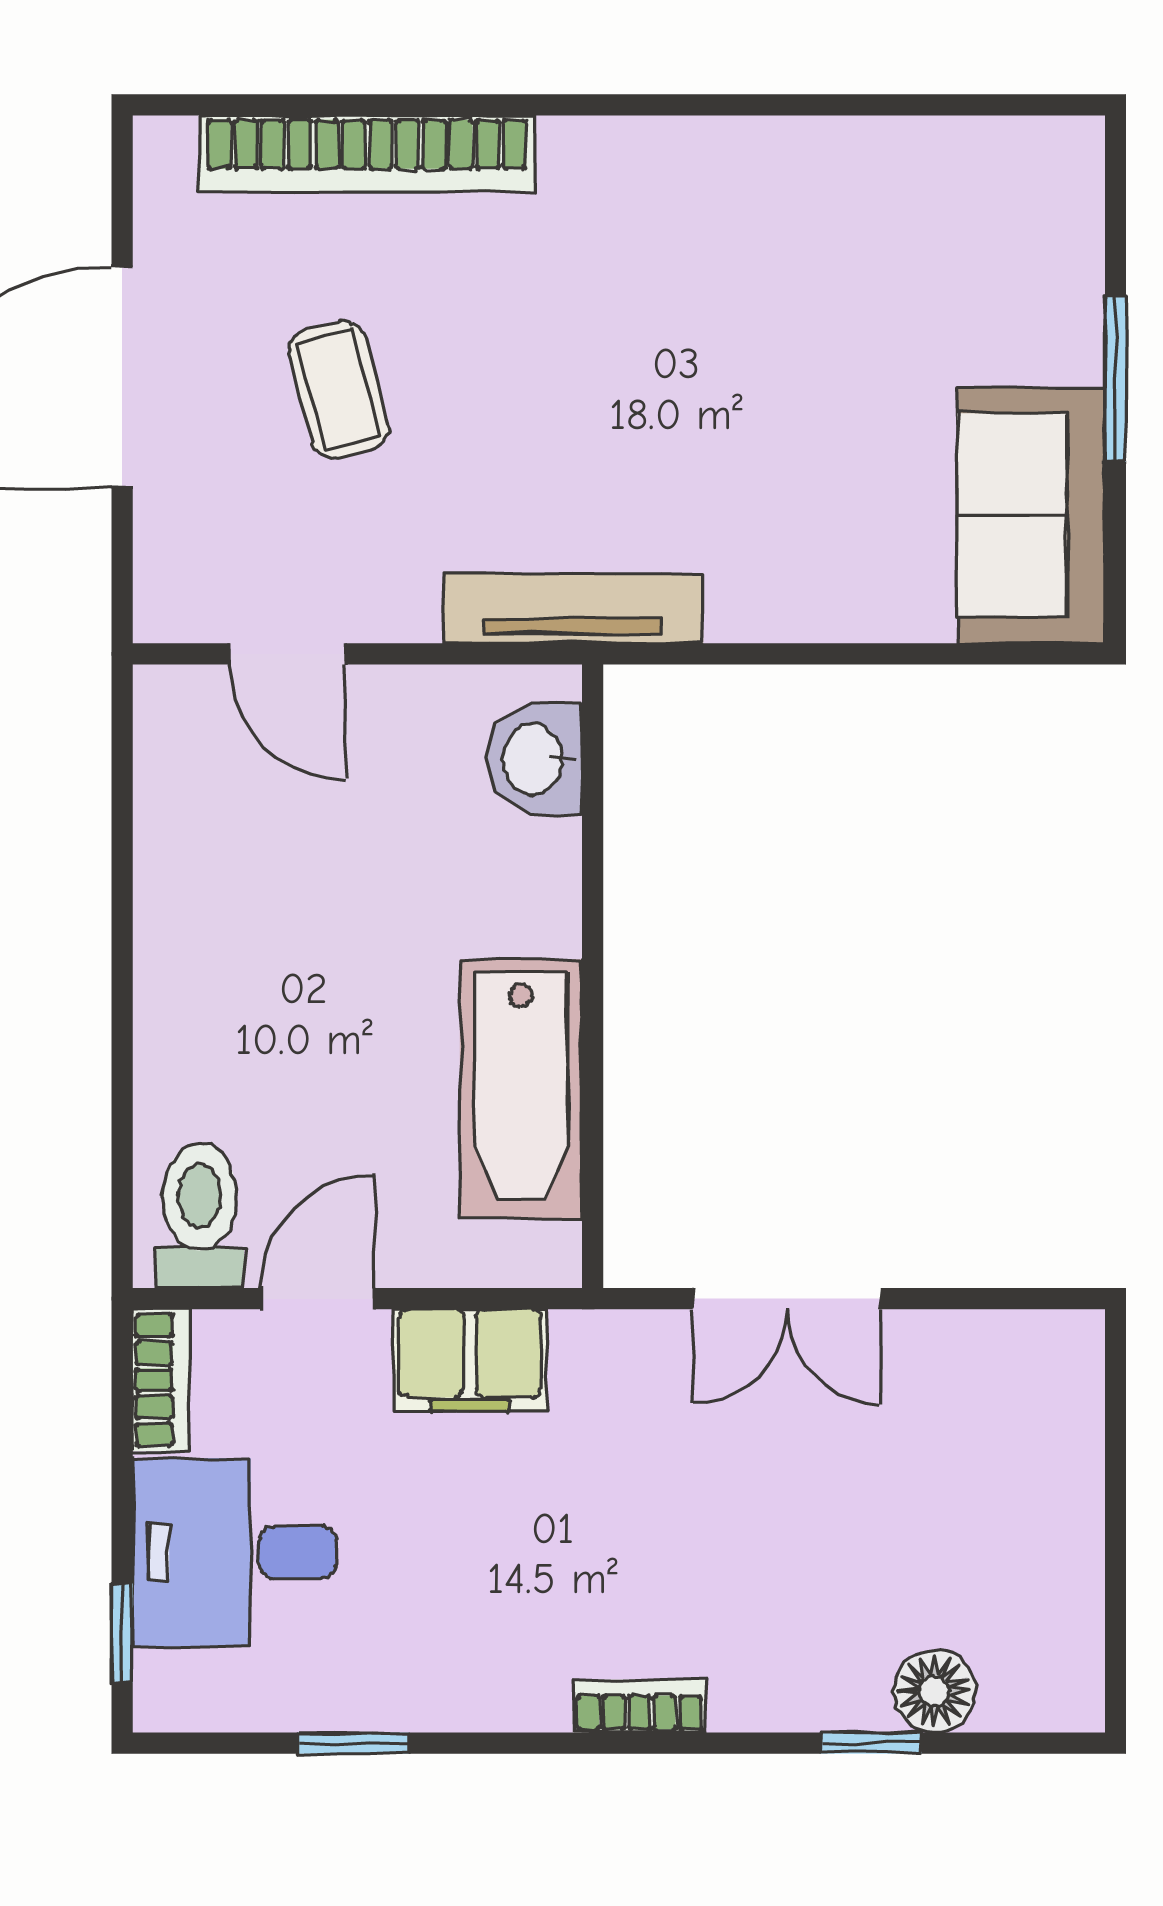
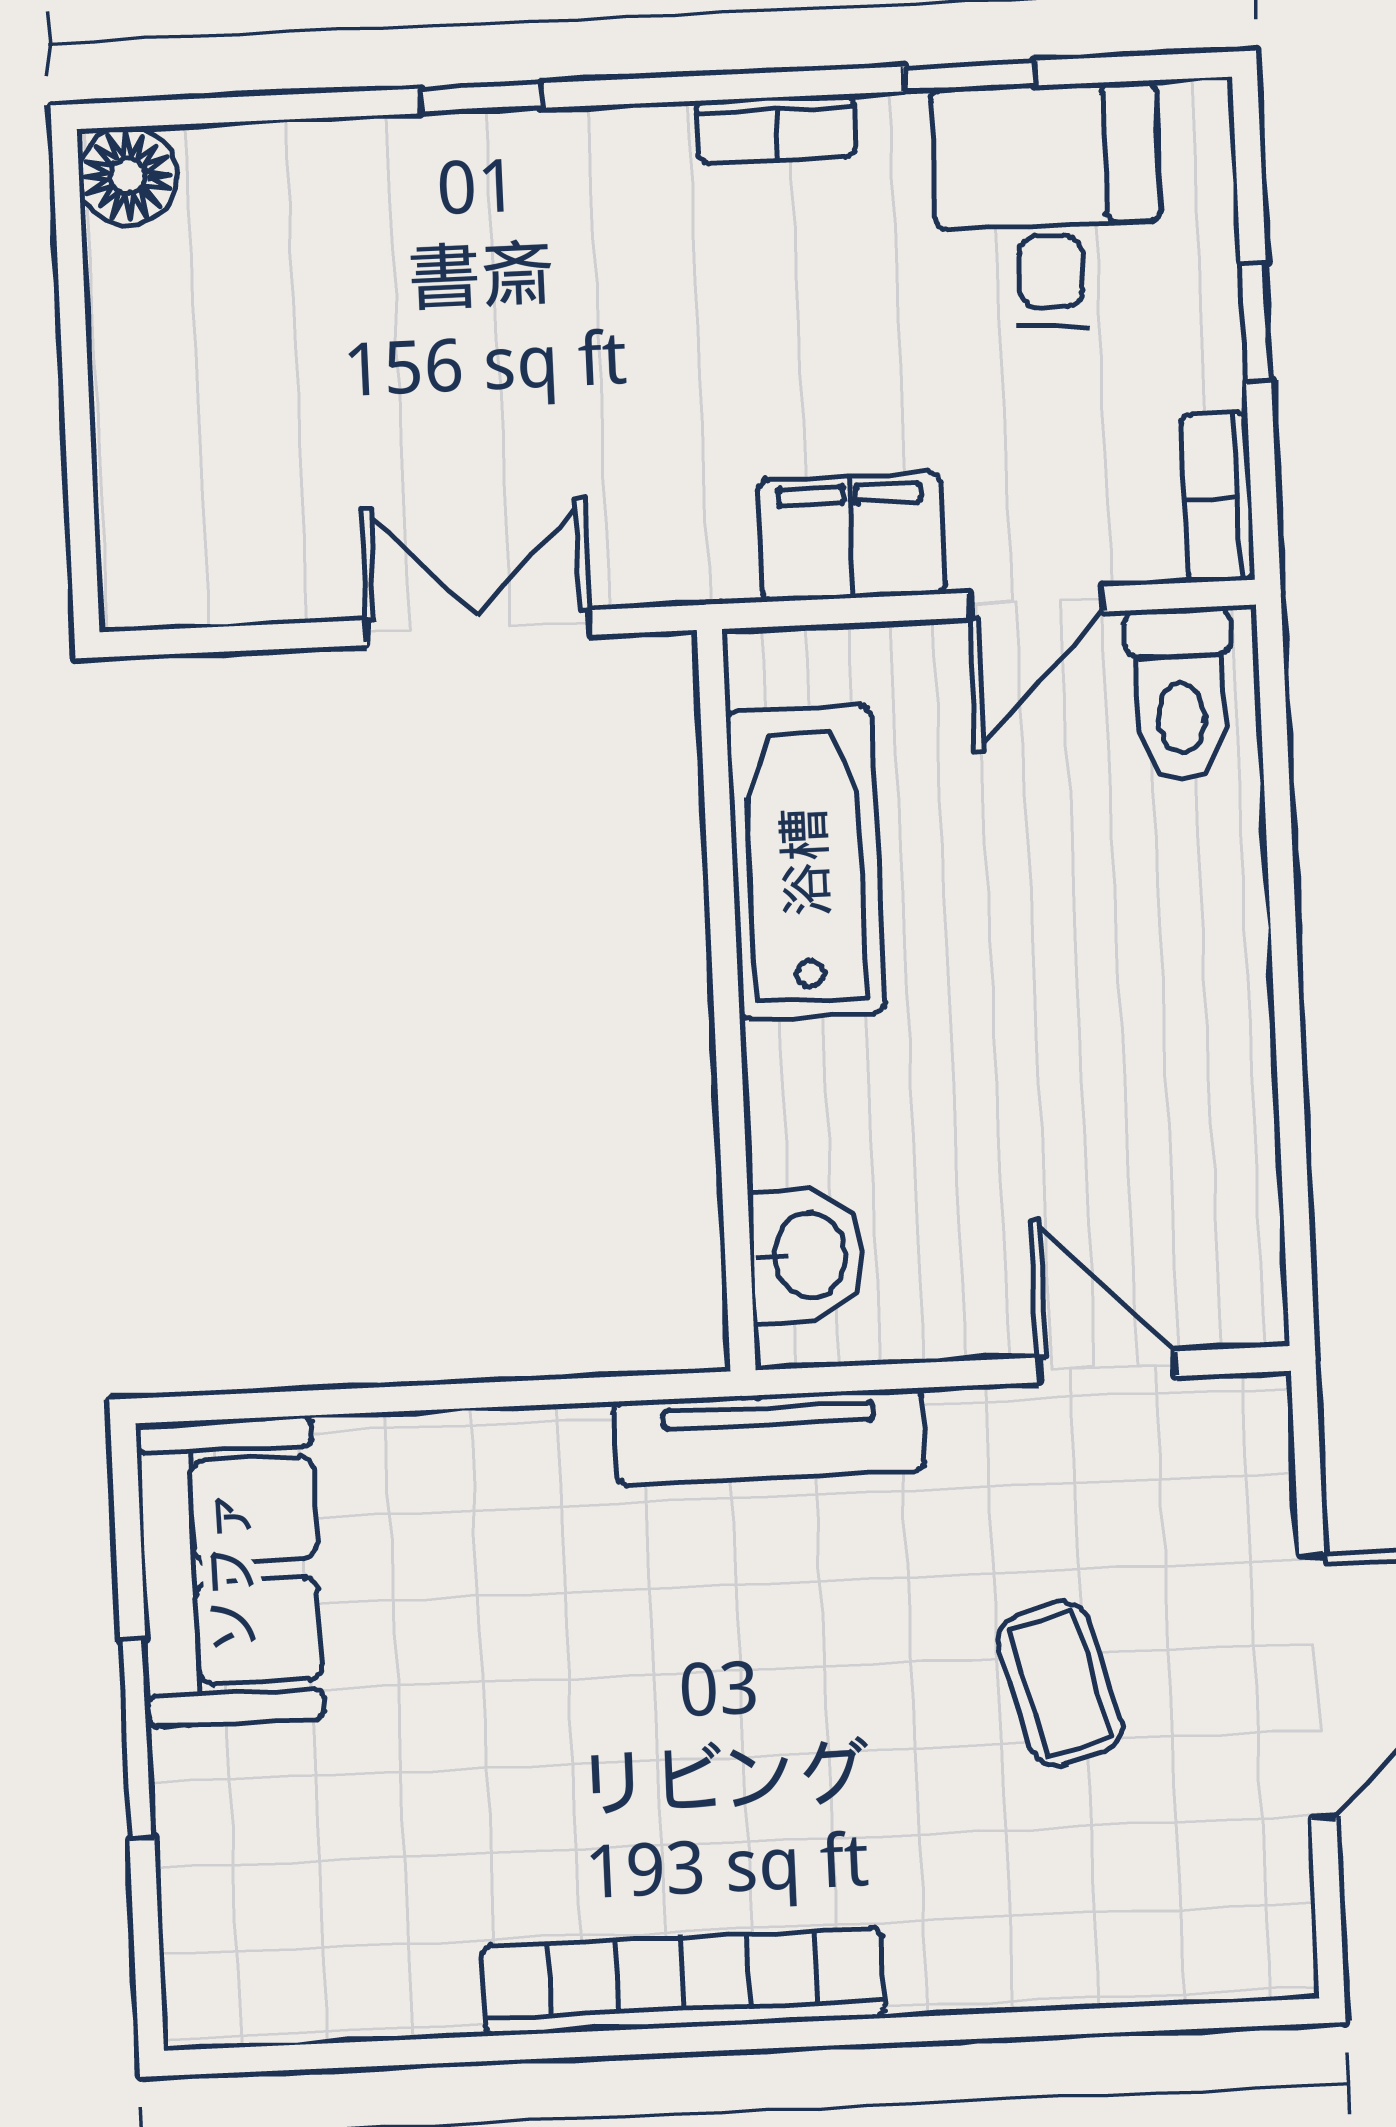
bookcase: (367, 153) -> (683, 1982), moved
desk: (234, 1552) -> (1048, 206), moved, turned -90
window: (122, 1633) -> (1256, 322), moved
floor lamp: (934, 1691) -> (128, 176), moved
bookcase: (639, 1706) -> (776, 129), moved
window: (871, 1743) -> (481, 98), moved

